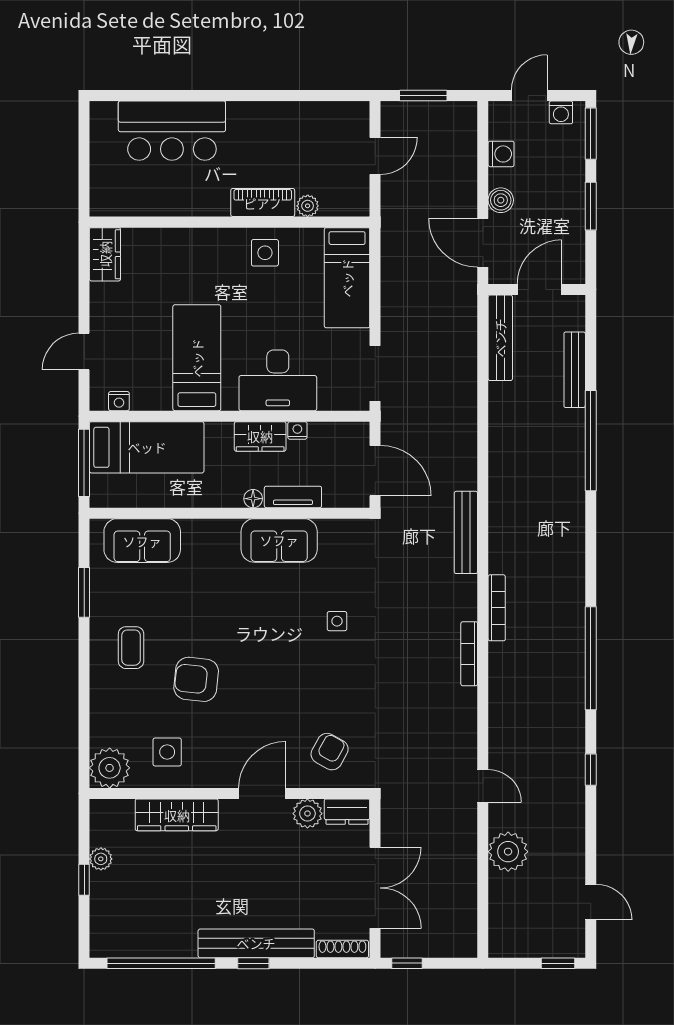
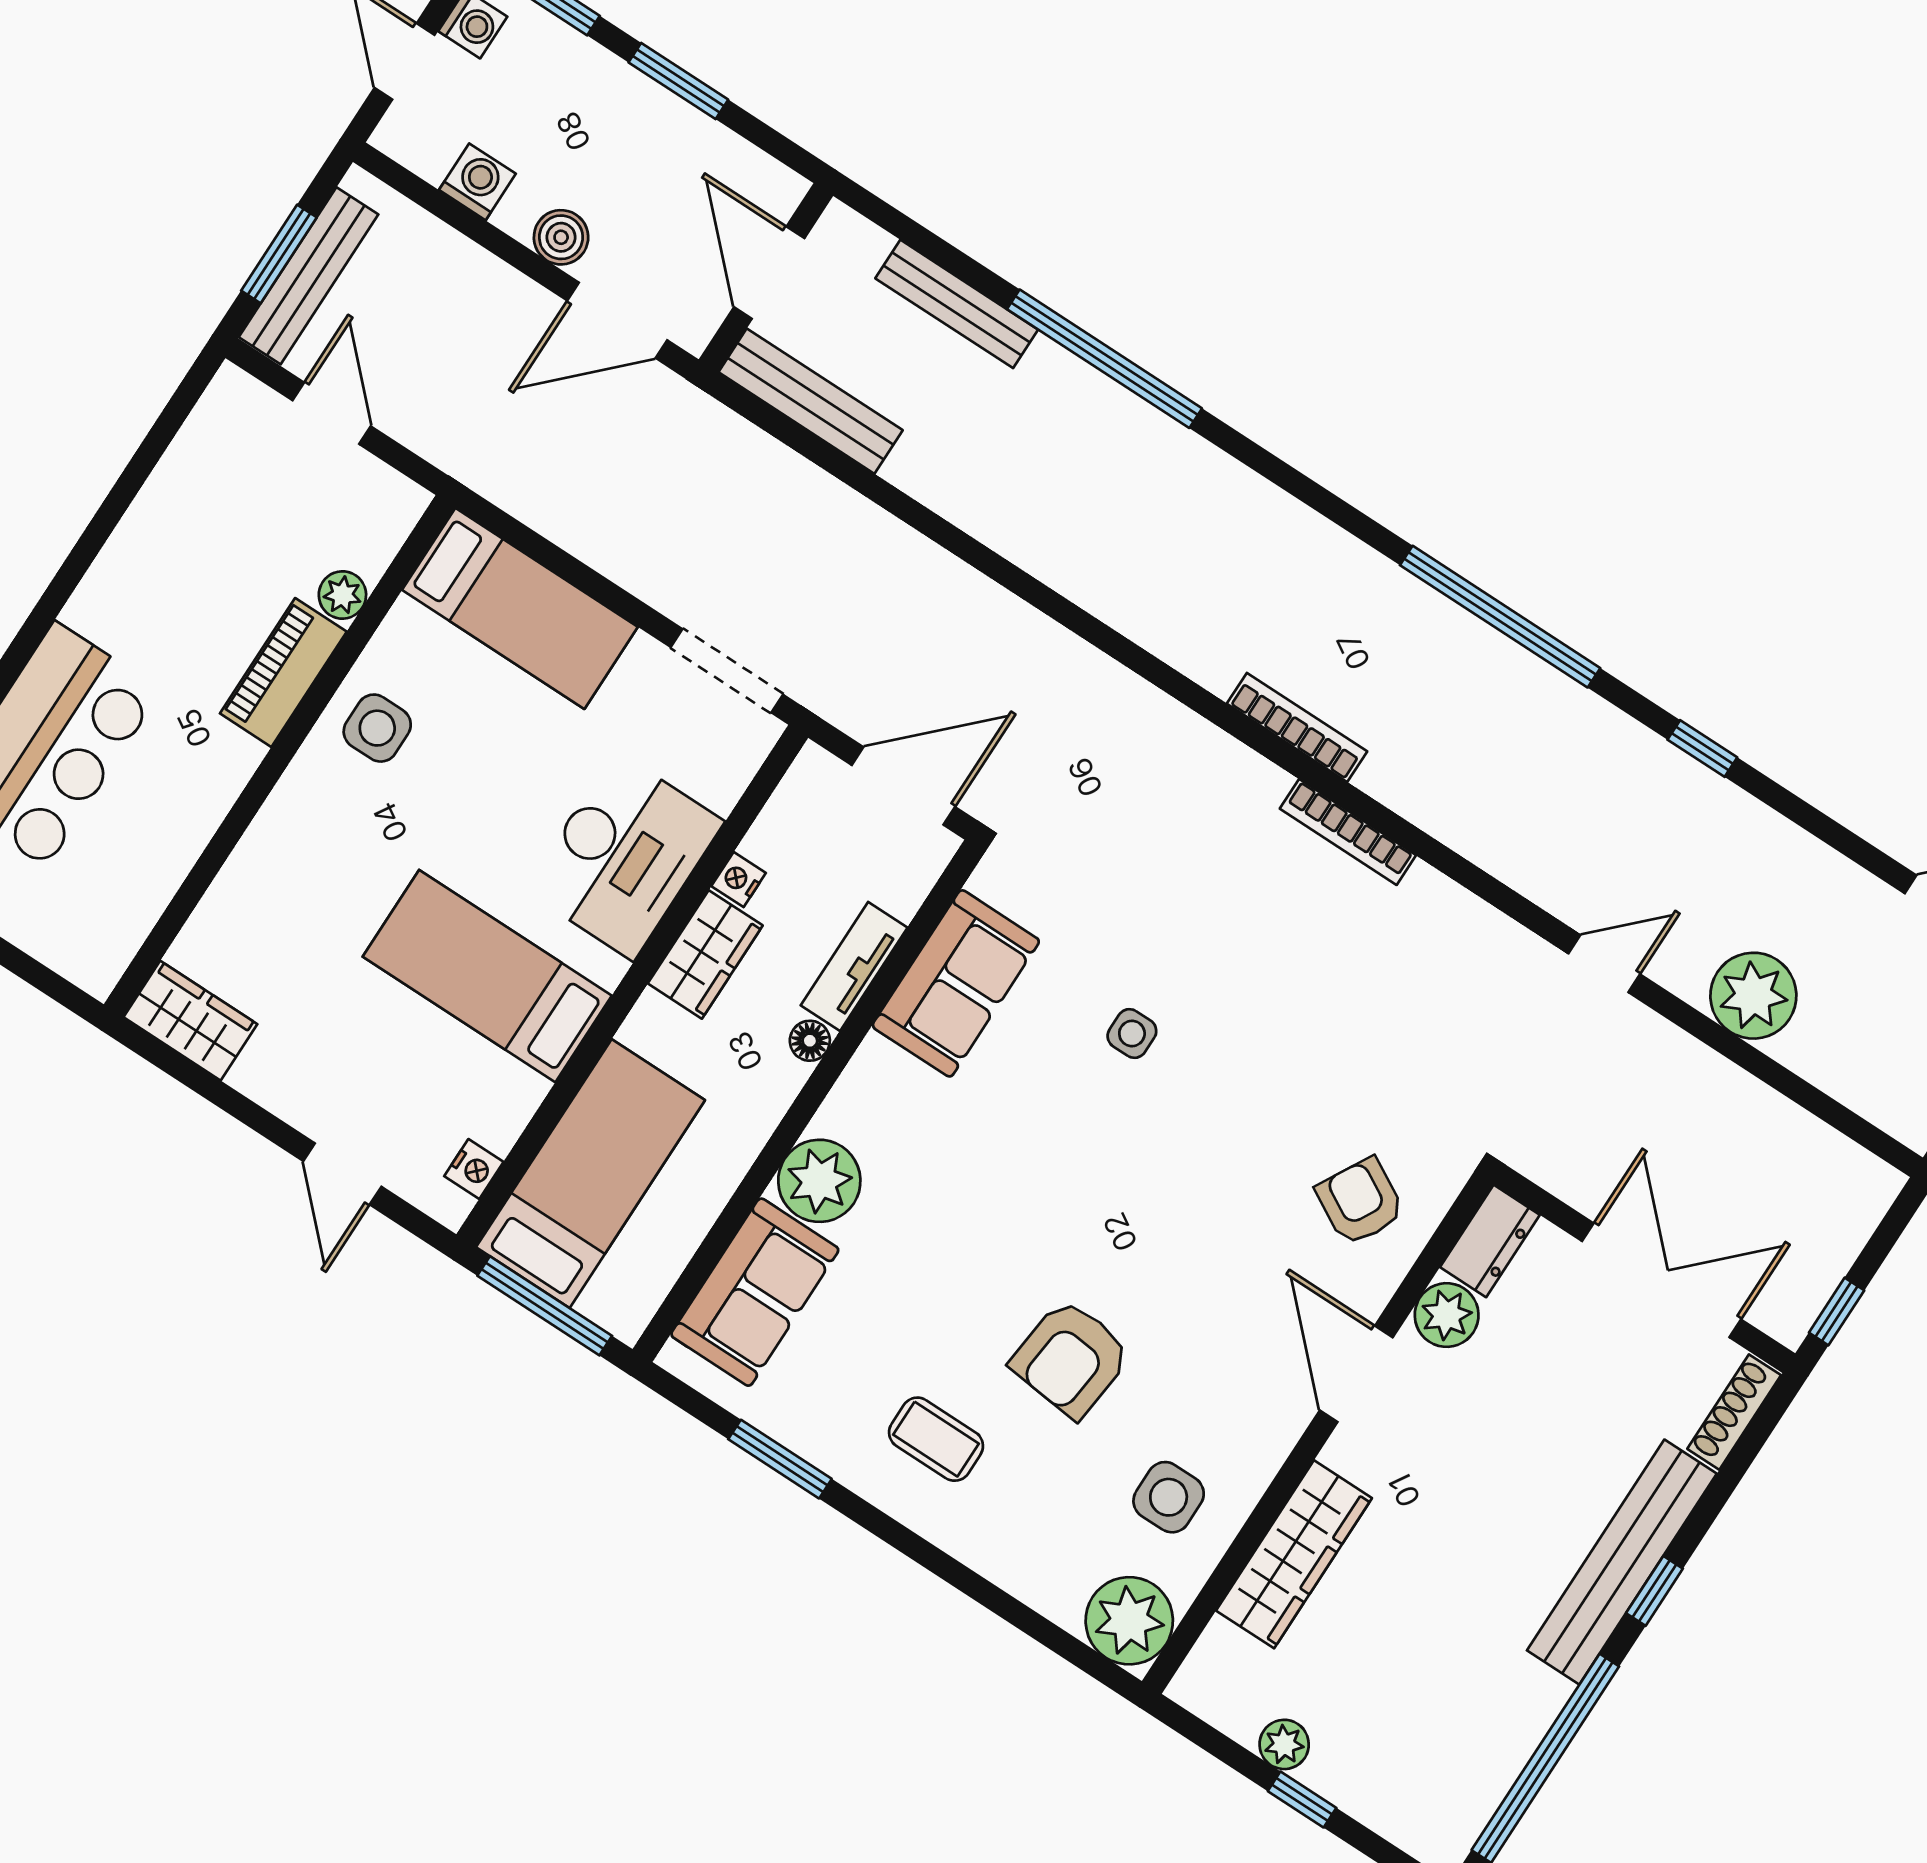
bench: (466, 532) -> (309, 276), moved, turned 90
plant: (201, 538) -> (819, 1181), added
sofa: (279, 540) -> (956, 983), moved

